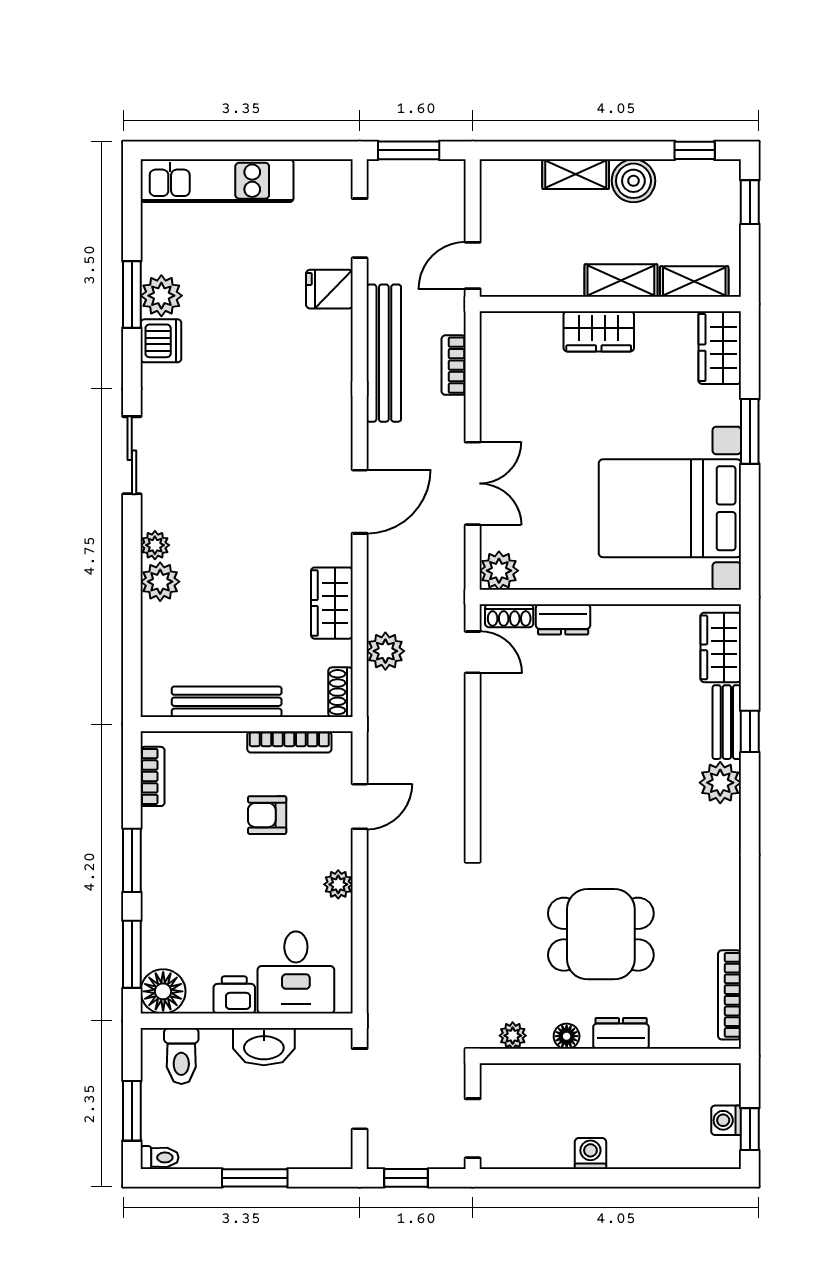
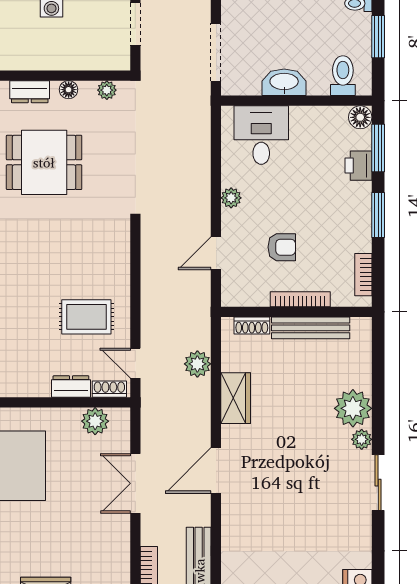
sliding door: (132, 455) -> (378, 483), moved
plant: (499, 571) -> (95, 421), moved
plant: (160, 582) -> (353, 408), width x1.36, depth x1.36
shoe rack: (340, 692) -> (252, 326), moved, turned 90
rug: (541, 717) -> (86, 317), added
bookcase: (289, 742) -> (300, 299), moved
floor lamp: (163, 991) -> (360, 117), width x0.73, depth x0.73
printer: (234, 995) -> (358, 166), moved, turned 90

